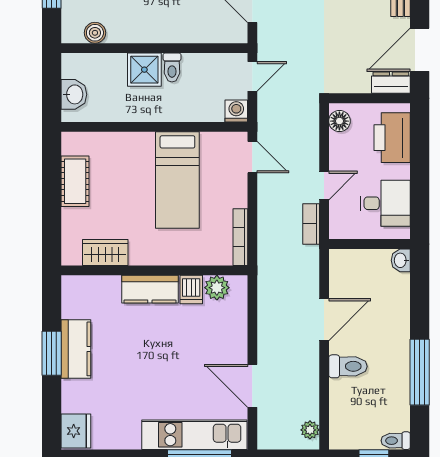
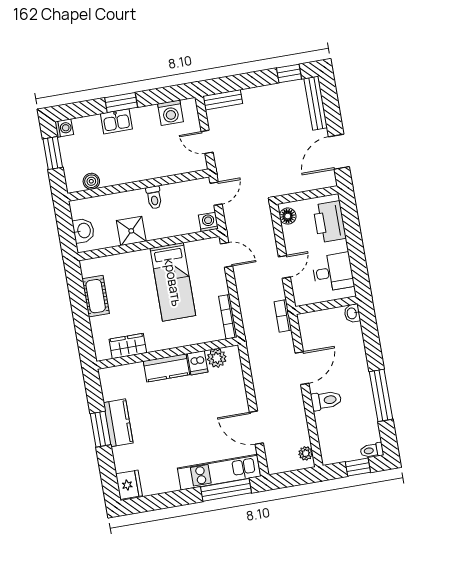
shower: (144, 70) -> (131, 231), moved
dresser: (391, 83) -> (322, 180), removed
bookcase: (311, 224) -> (283, 316), moved

